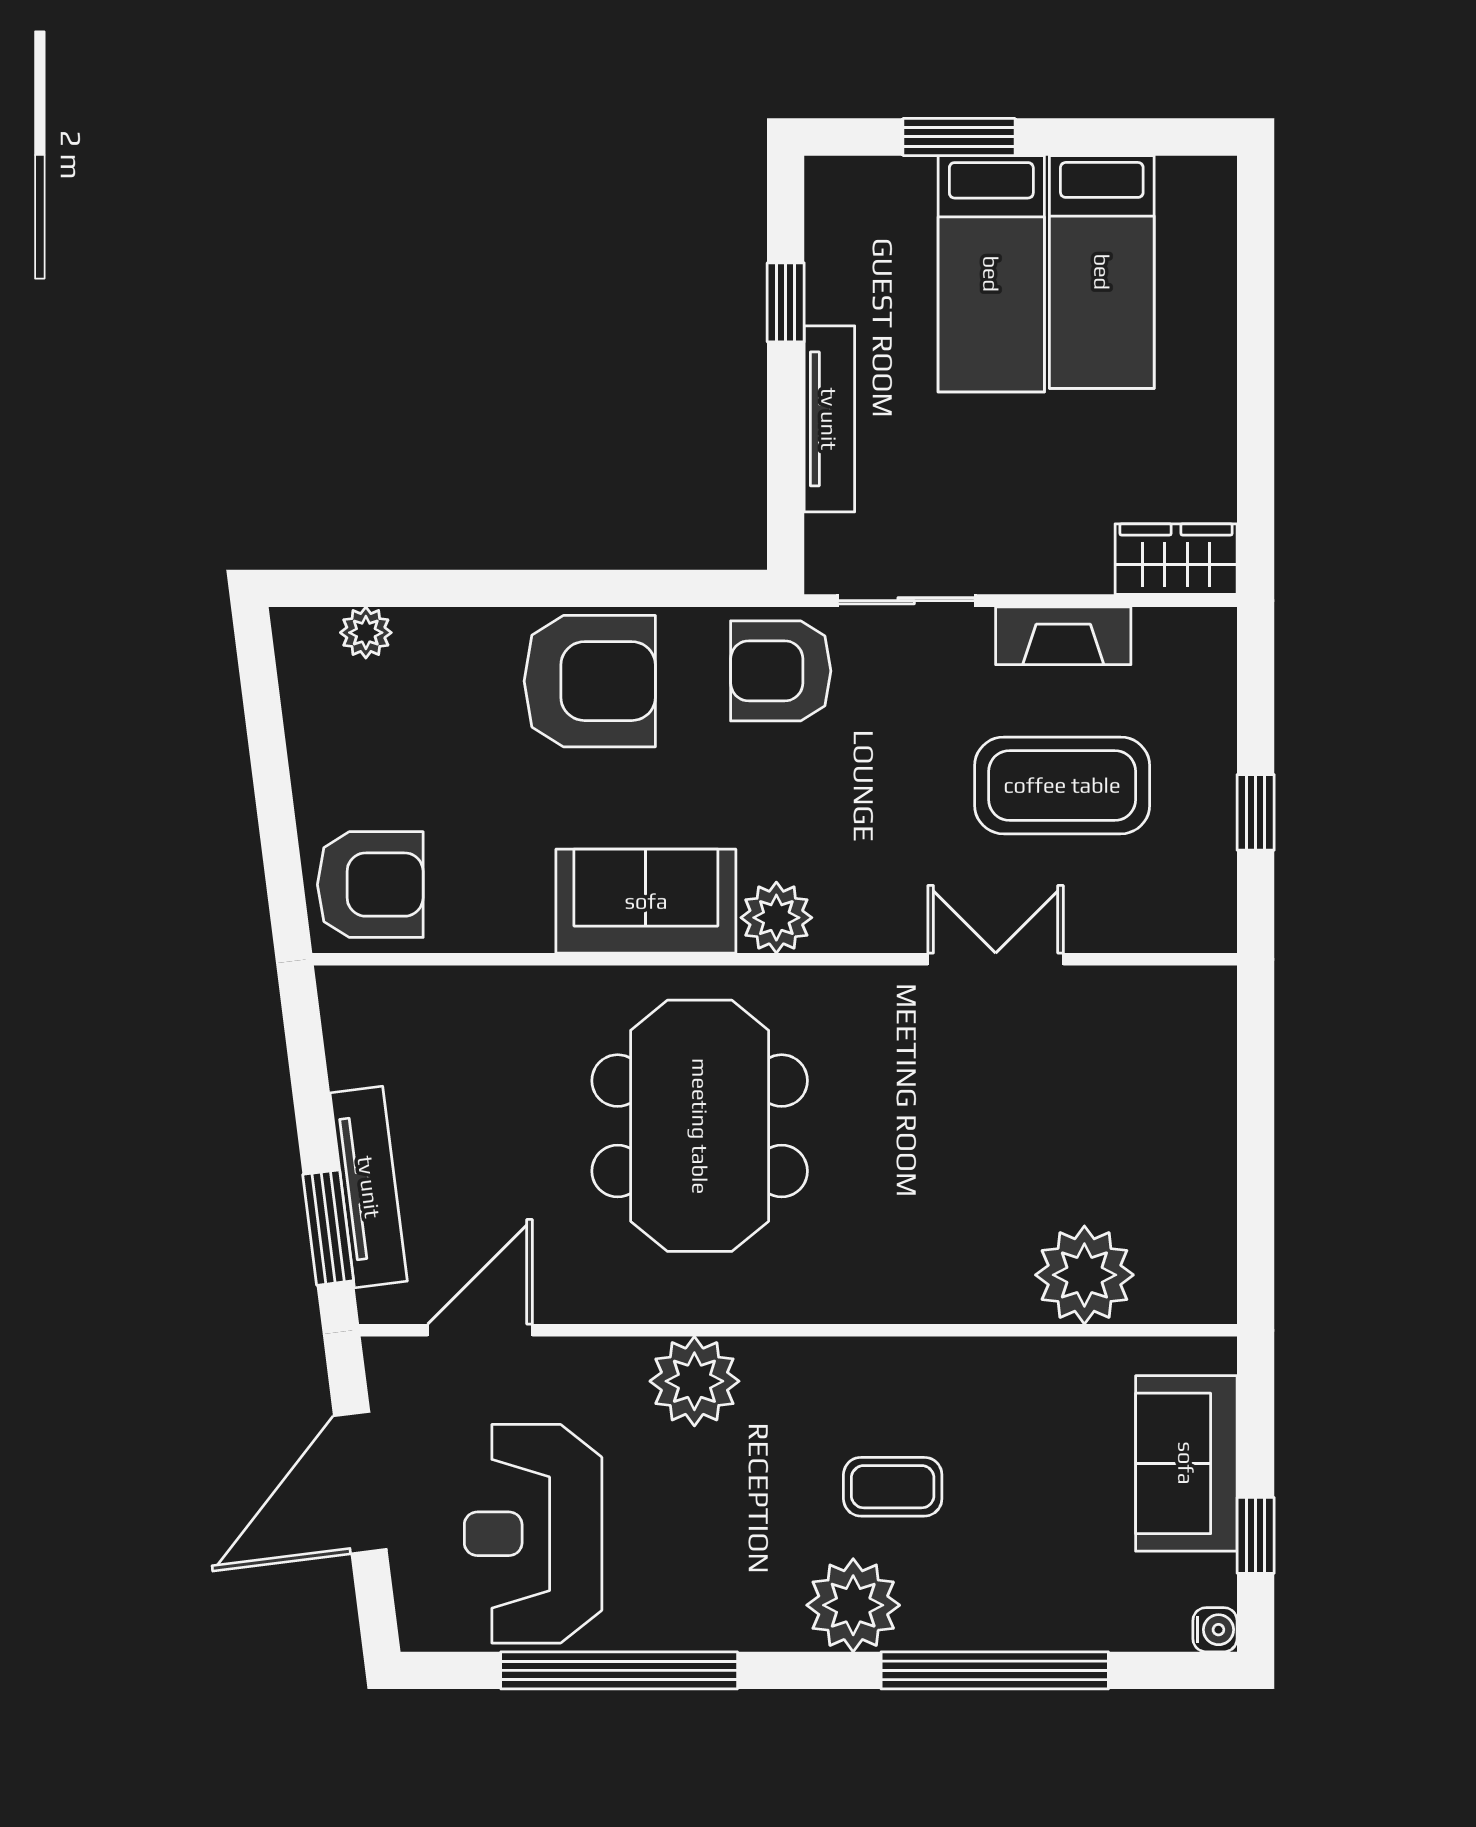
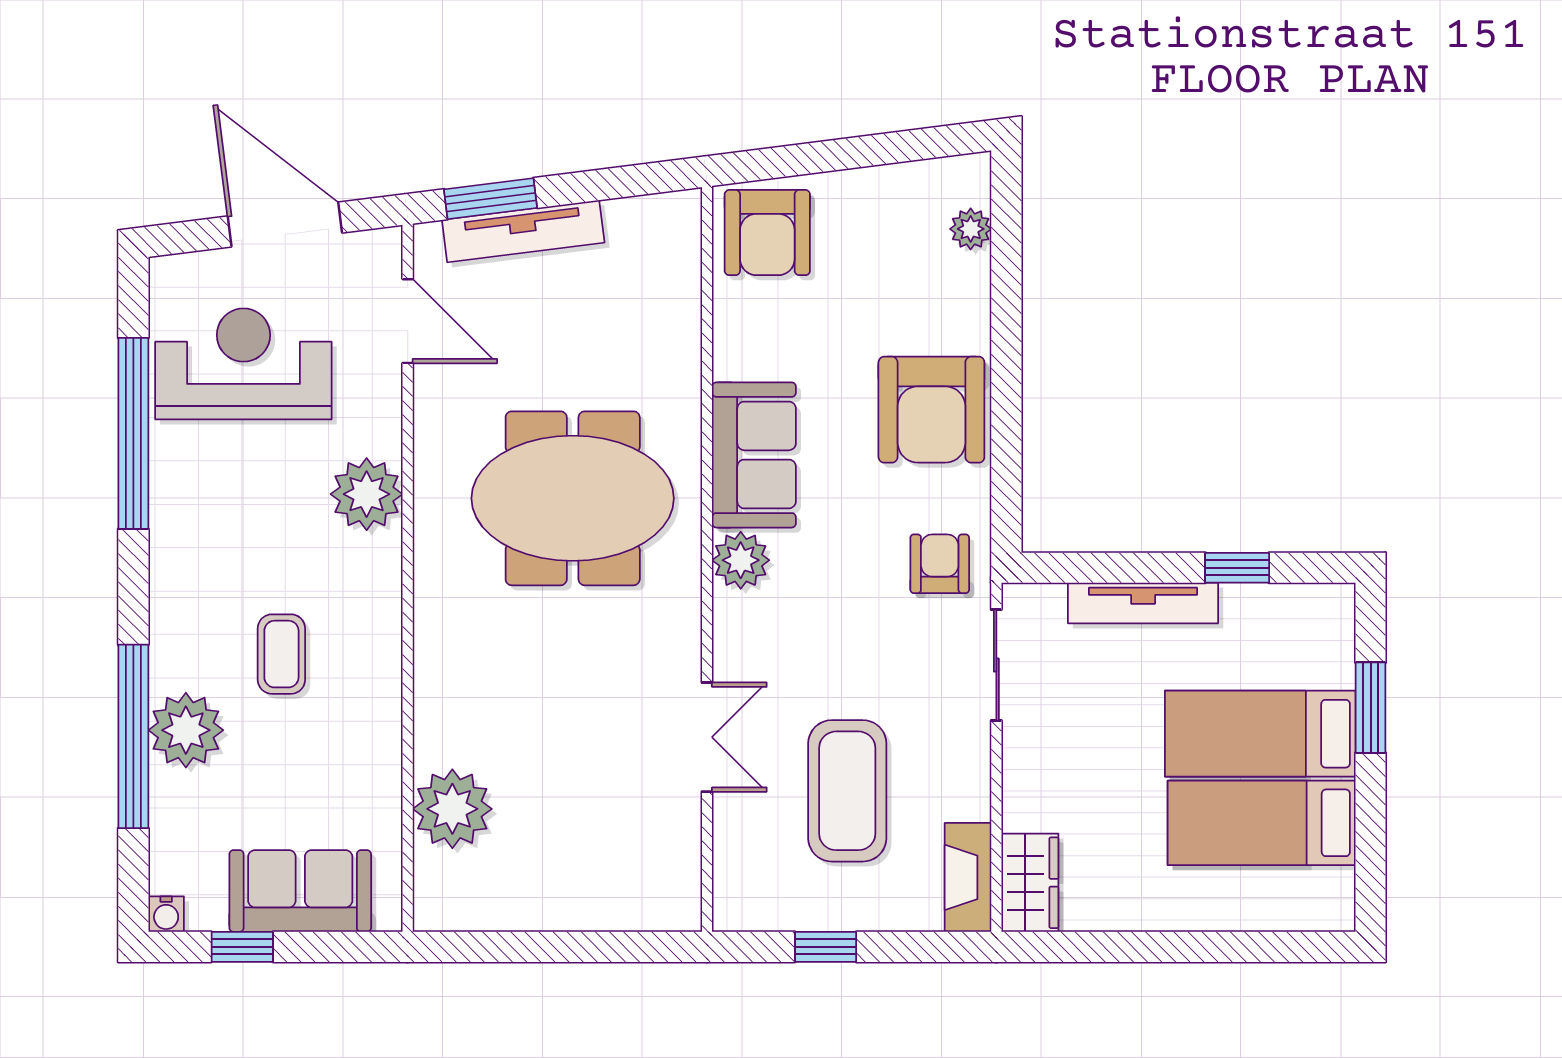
fireplace: (1063, 636) -> (968, 877), moved
armchair: (781, 671) -> (940, 564), width x0.72, depth x0.72
plant: (853, 1605) -> (186, 730), moved

